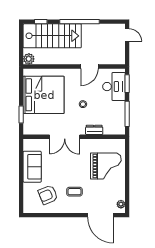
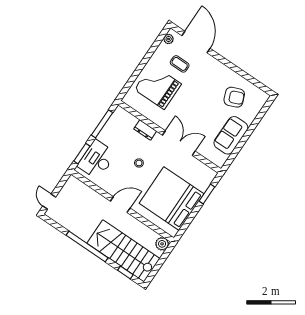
door: (89, 66) -> (120, 205), moved
coffee table: (74, 192) -> (180, 64), moved

